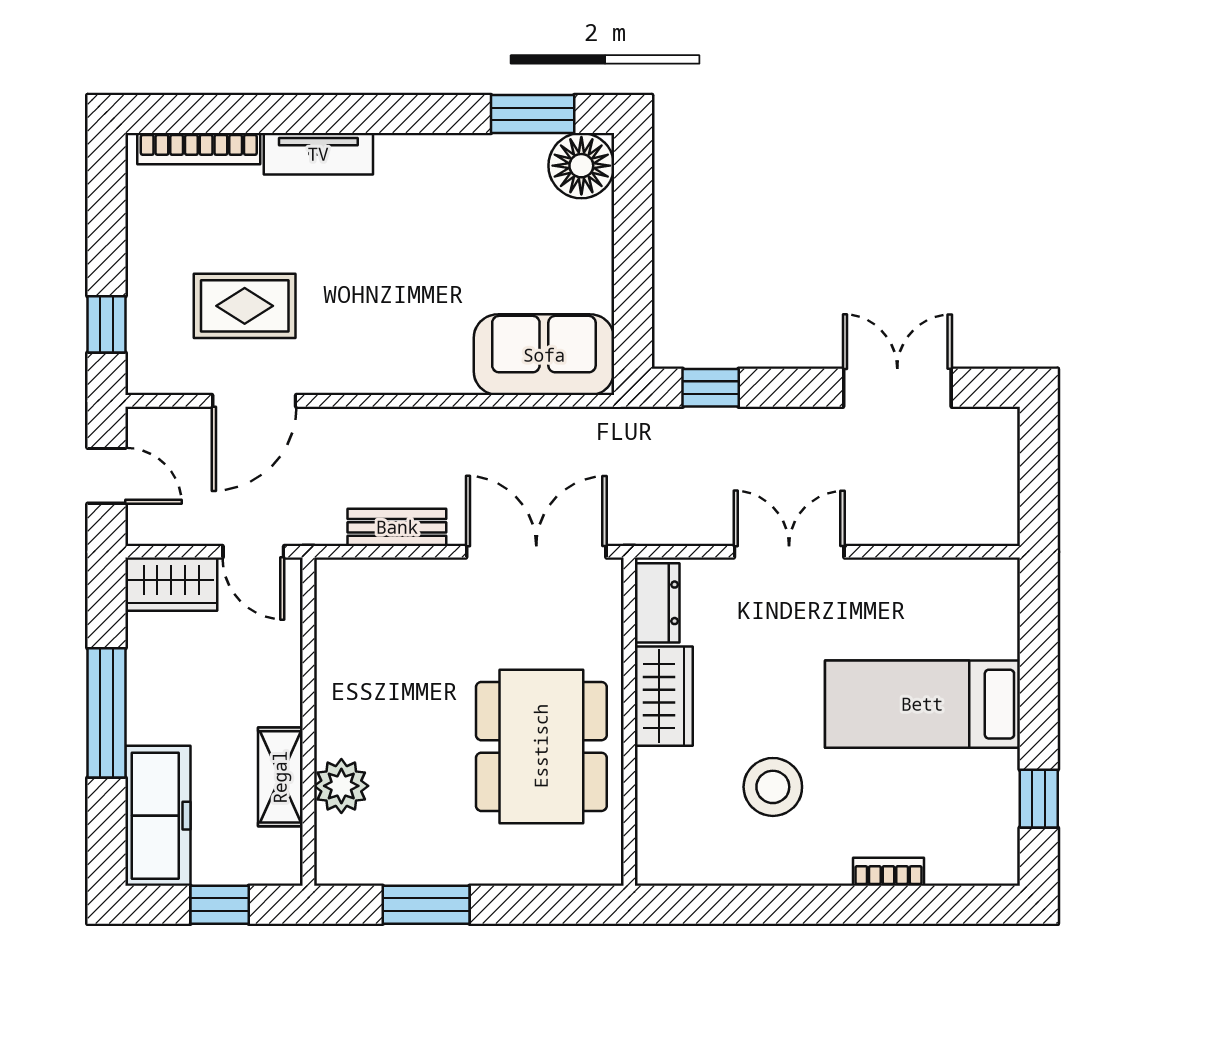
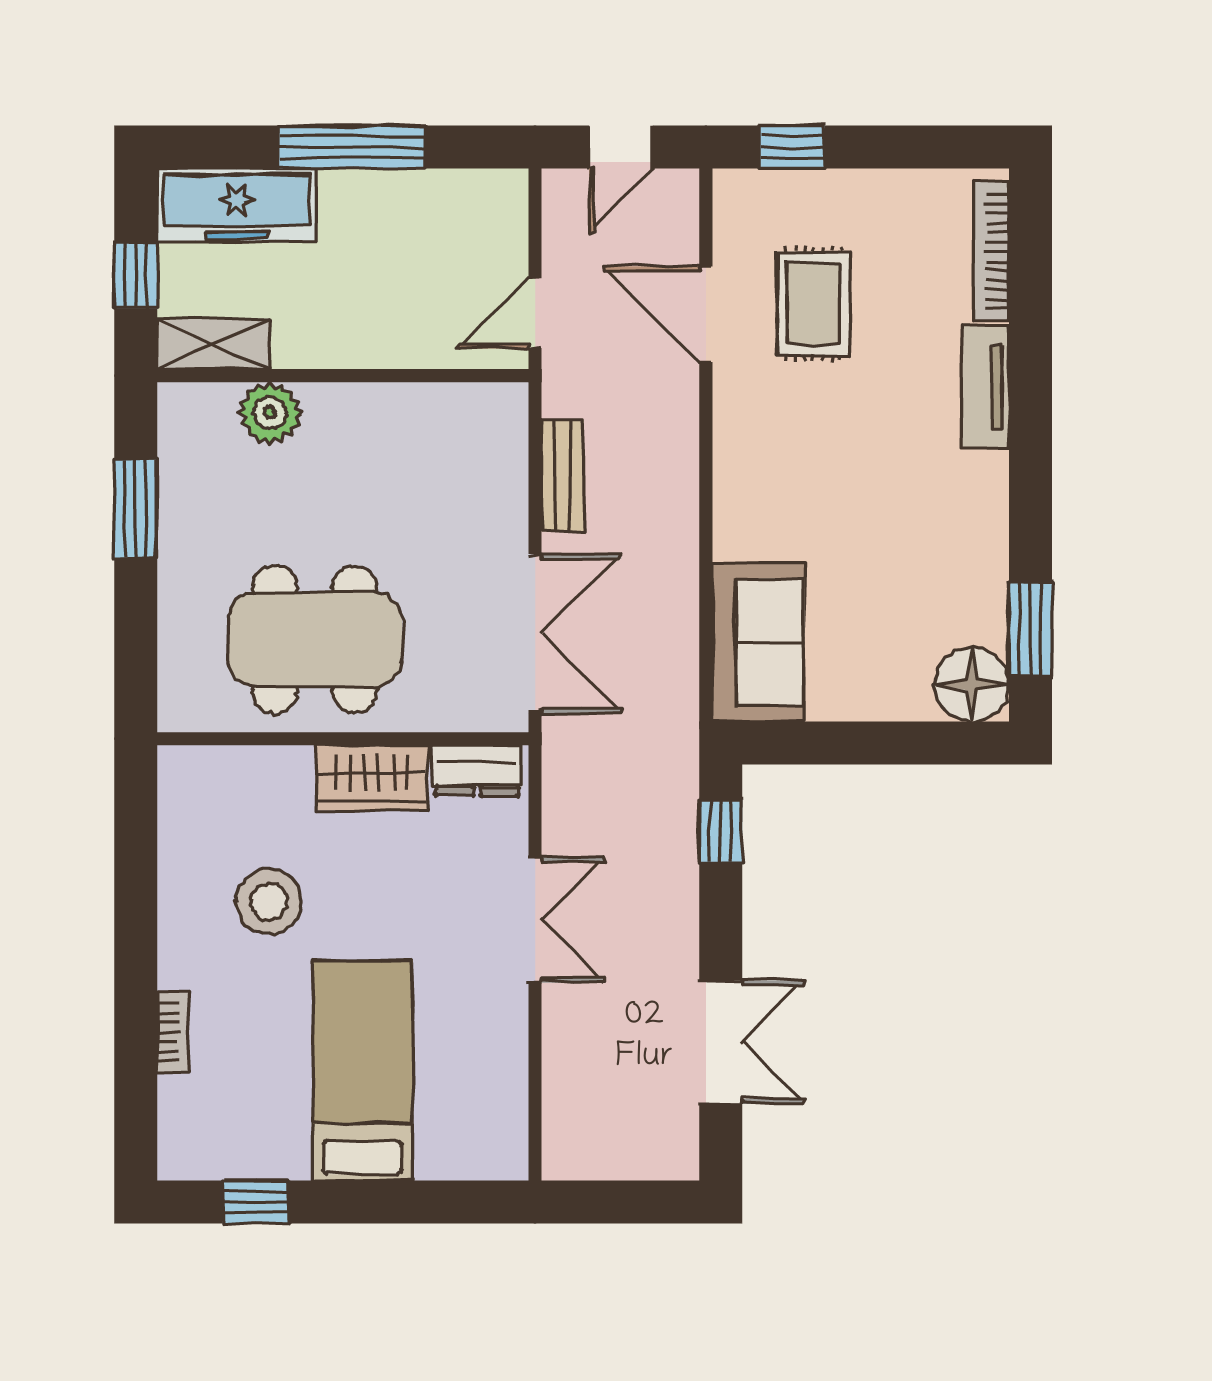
wardrobe: (171, 584) -> (498, 220), removed
shelving: (280, 777) -> (213, 344), moved

